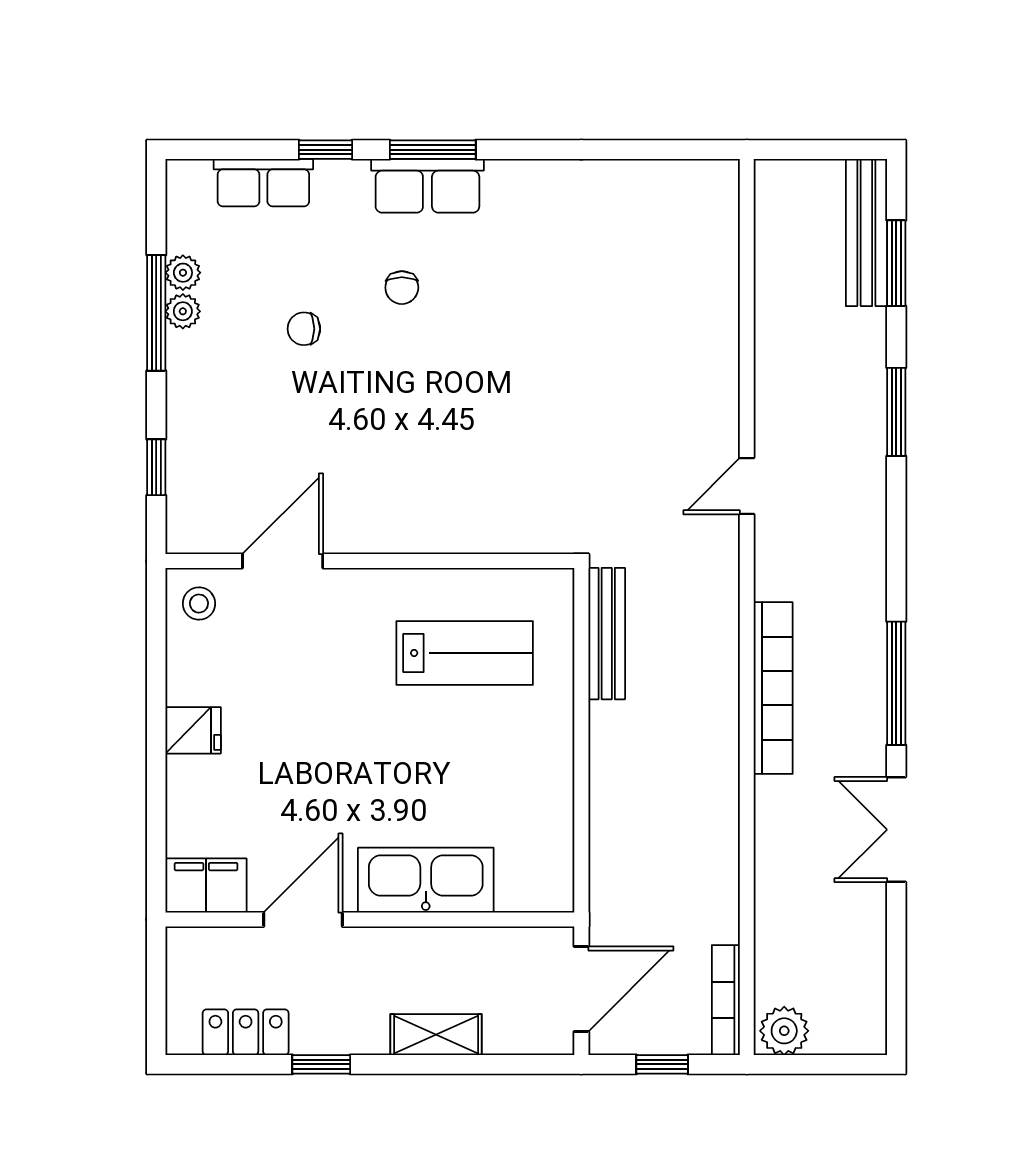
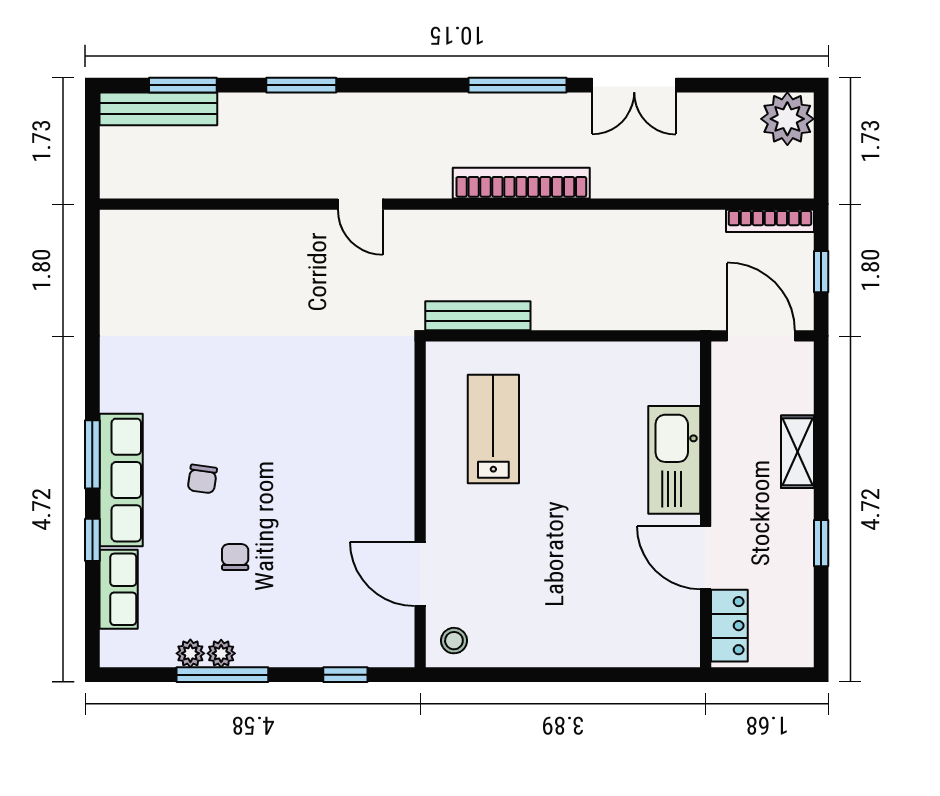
row of seats: (427, 186) -> (121, 480), width x1.48
chair: (402, 288) -> (202, 479), turned 98
chair: (304, 329) -> (235, 557), turned 180
fridge: (193, 730) -> (555, 645), removed
filing cabinet: (206, 886) -> (679, 635), removed
plant: (784, 1031) -> (787, 119), moved, width x1.36, depth x1.36
locker: (246, 1032) -> (729, 626), moved, turned 180

